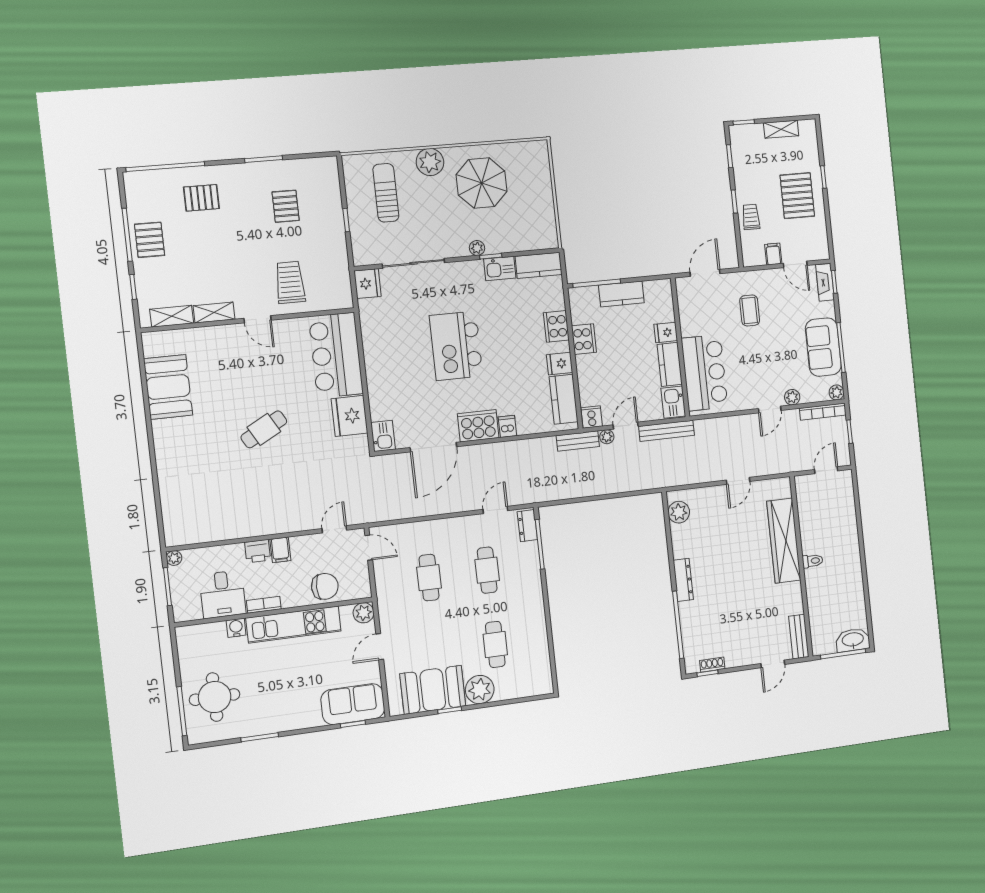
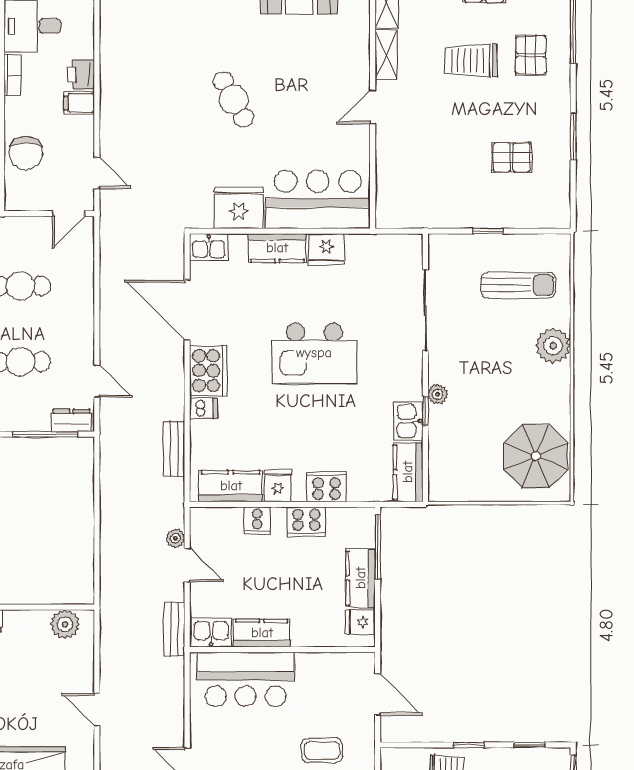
parasol: (482, 183) -> (536, 456), moved
trolley: (290, 282) -> (471, 61), moved, turned 180
fridge: (368, 284) -> (326, 249), moved
fridge: (666, 332) -> (360, 622), moved, turned -90
kitchen island: (456, 346) -> (314, 353), turned 180
kitchen counter: (378, 383) -> (277, 248), added
cooker: (592, 417) -> (257, 521), moved, turned 90
bench: (667, 431) -> (174, 629), width x0.73
bench: (578, 441) -> (174, 449), moved

